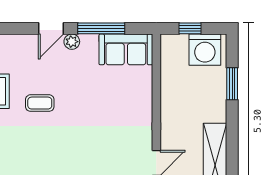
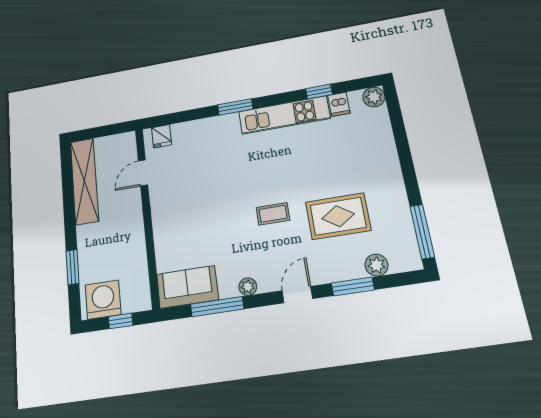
door: (51, 28) -> (297, 295), moved

